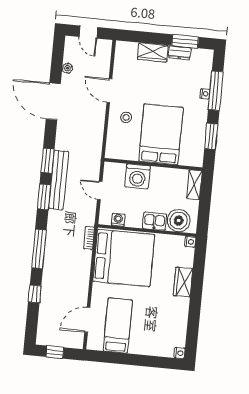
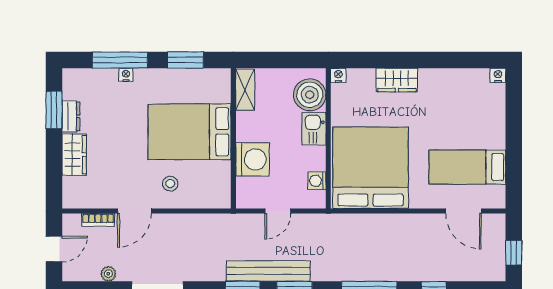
shelving: (194, 185) -> (245, 90), moved, turned 90
bookcase: (89, 238) -> (98, 220), moved

